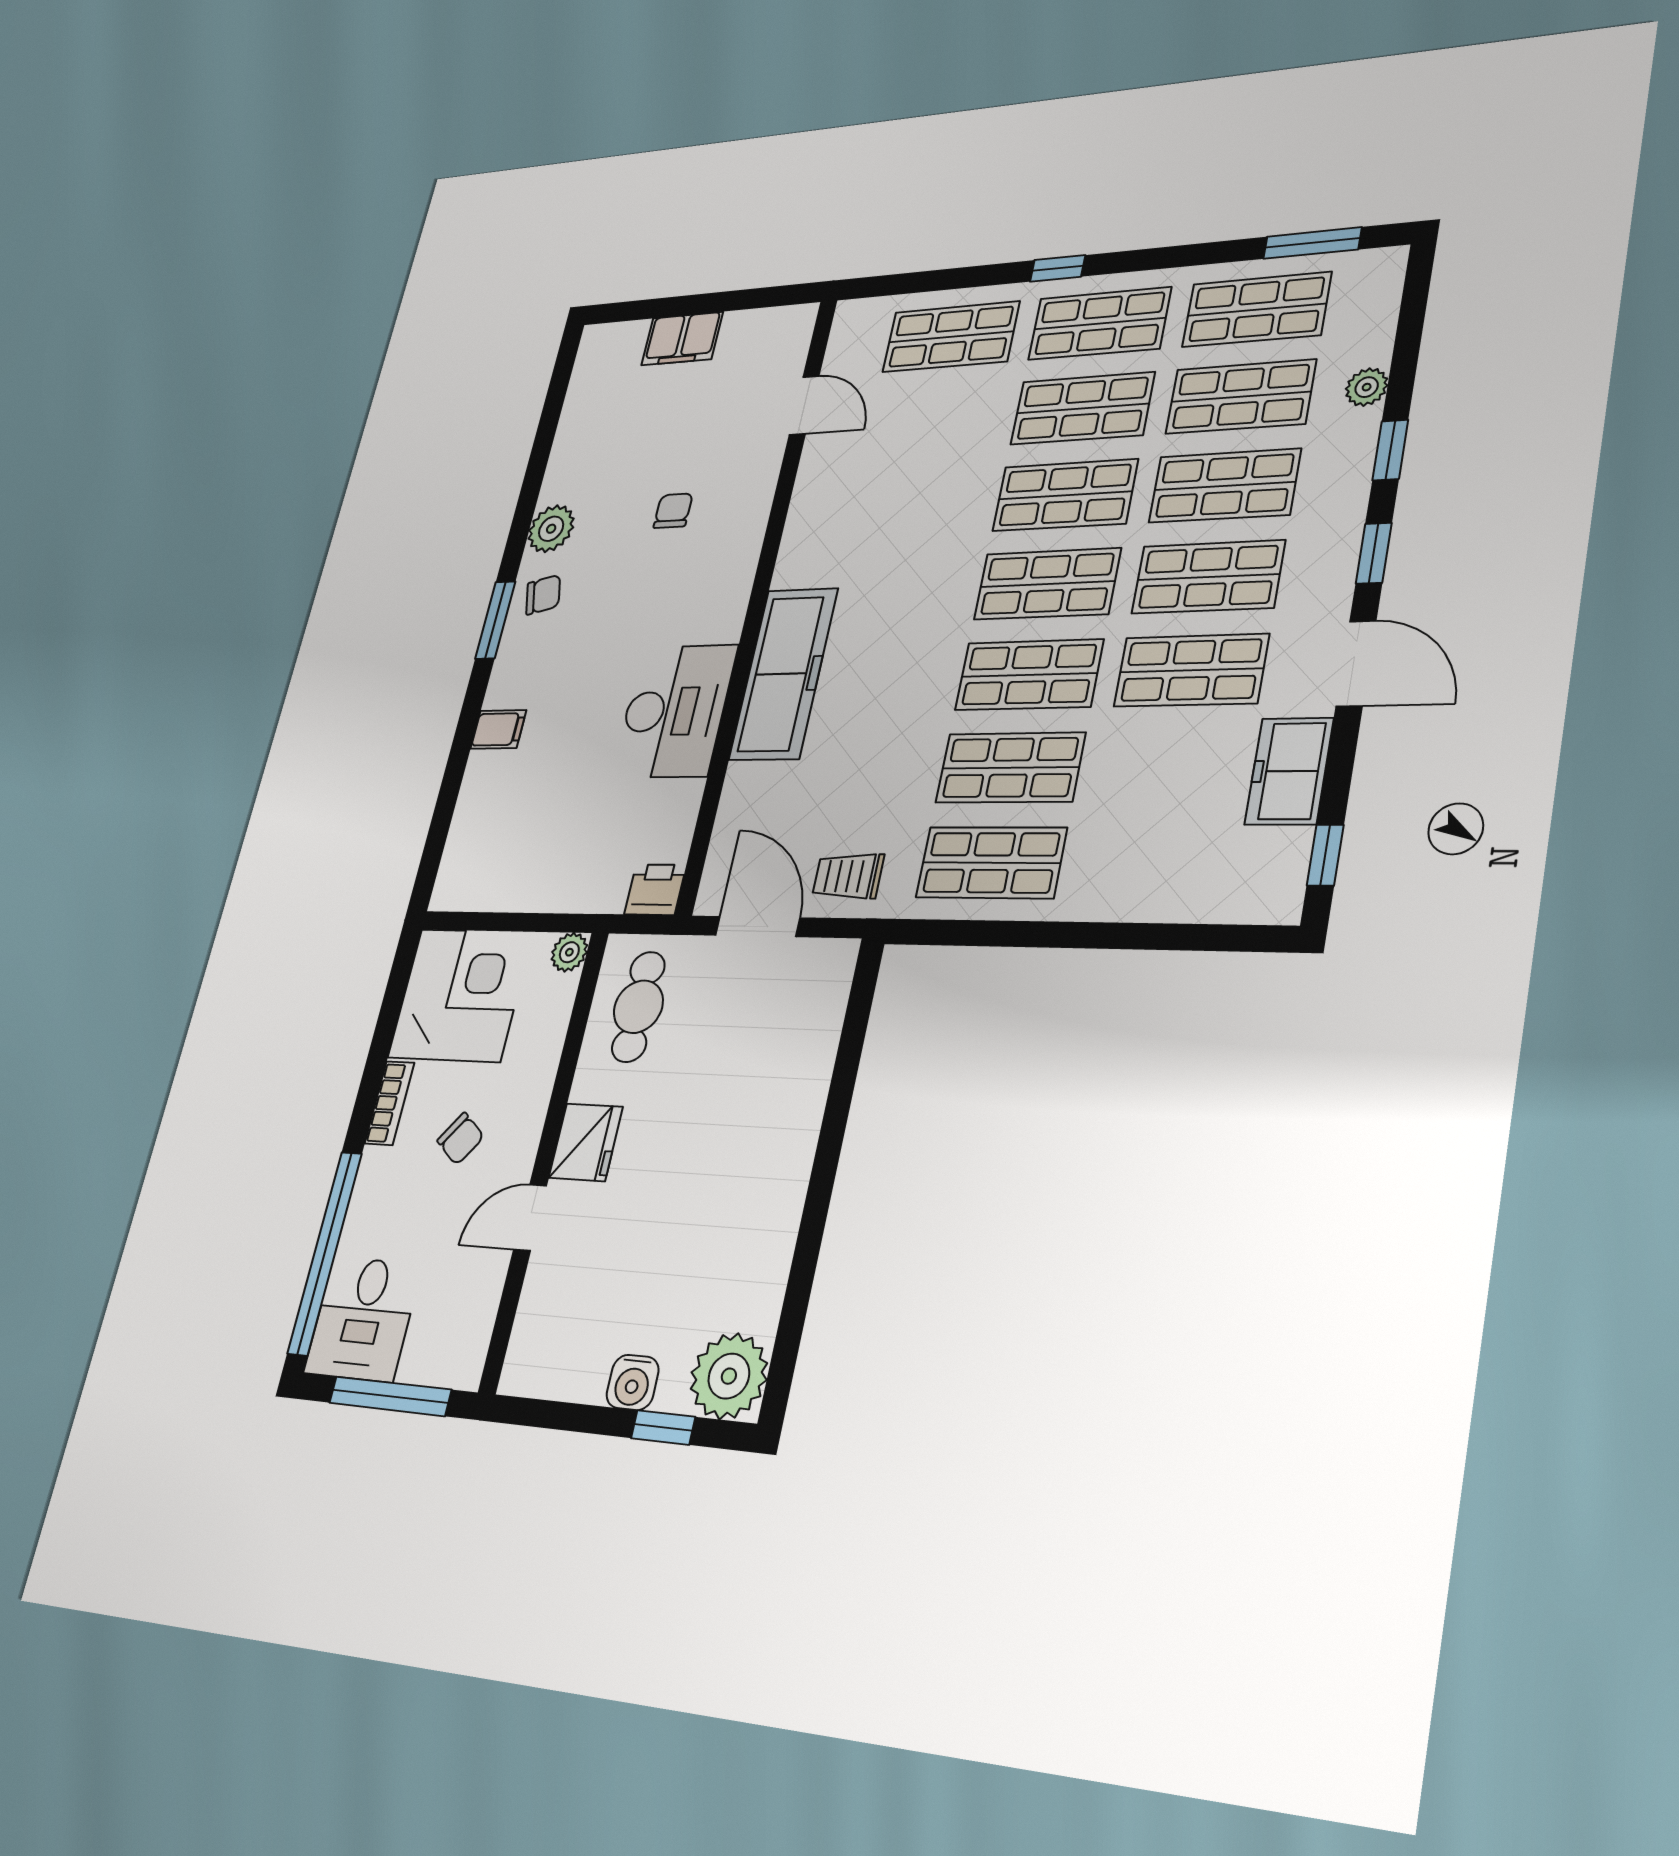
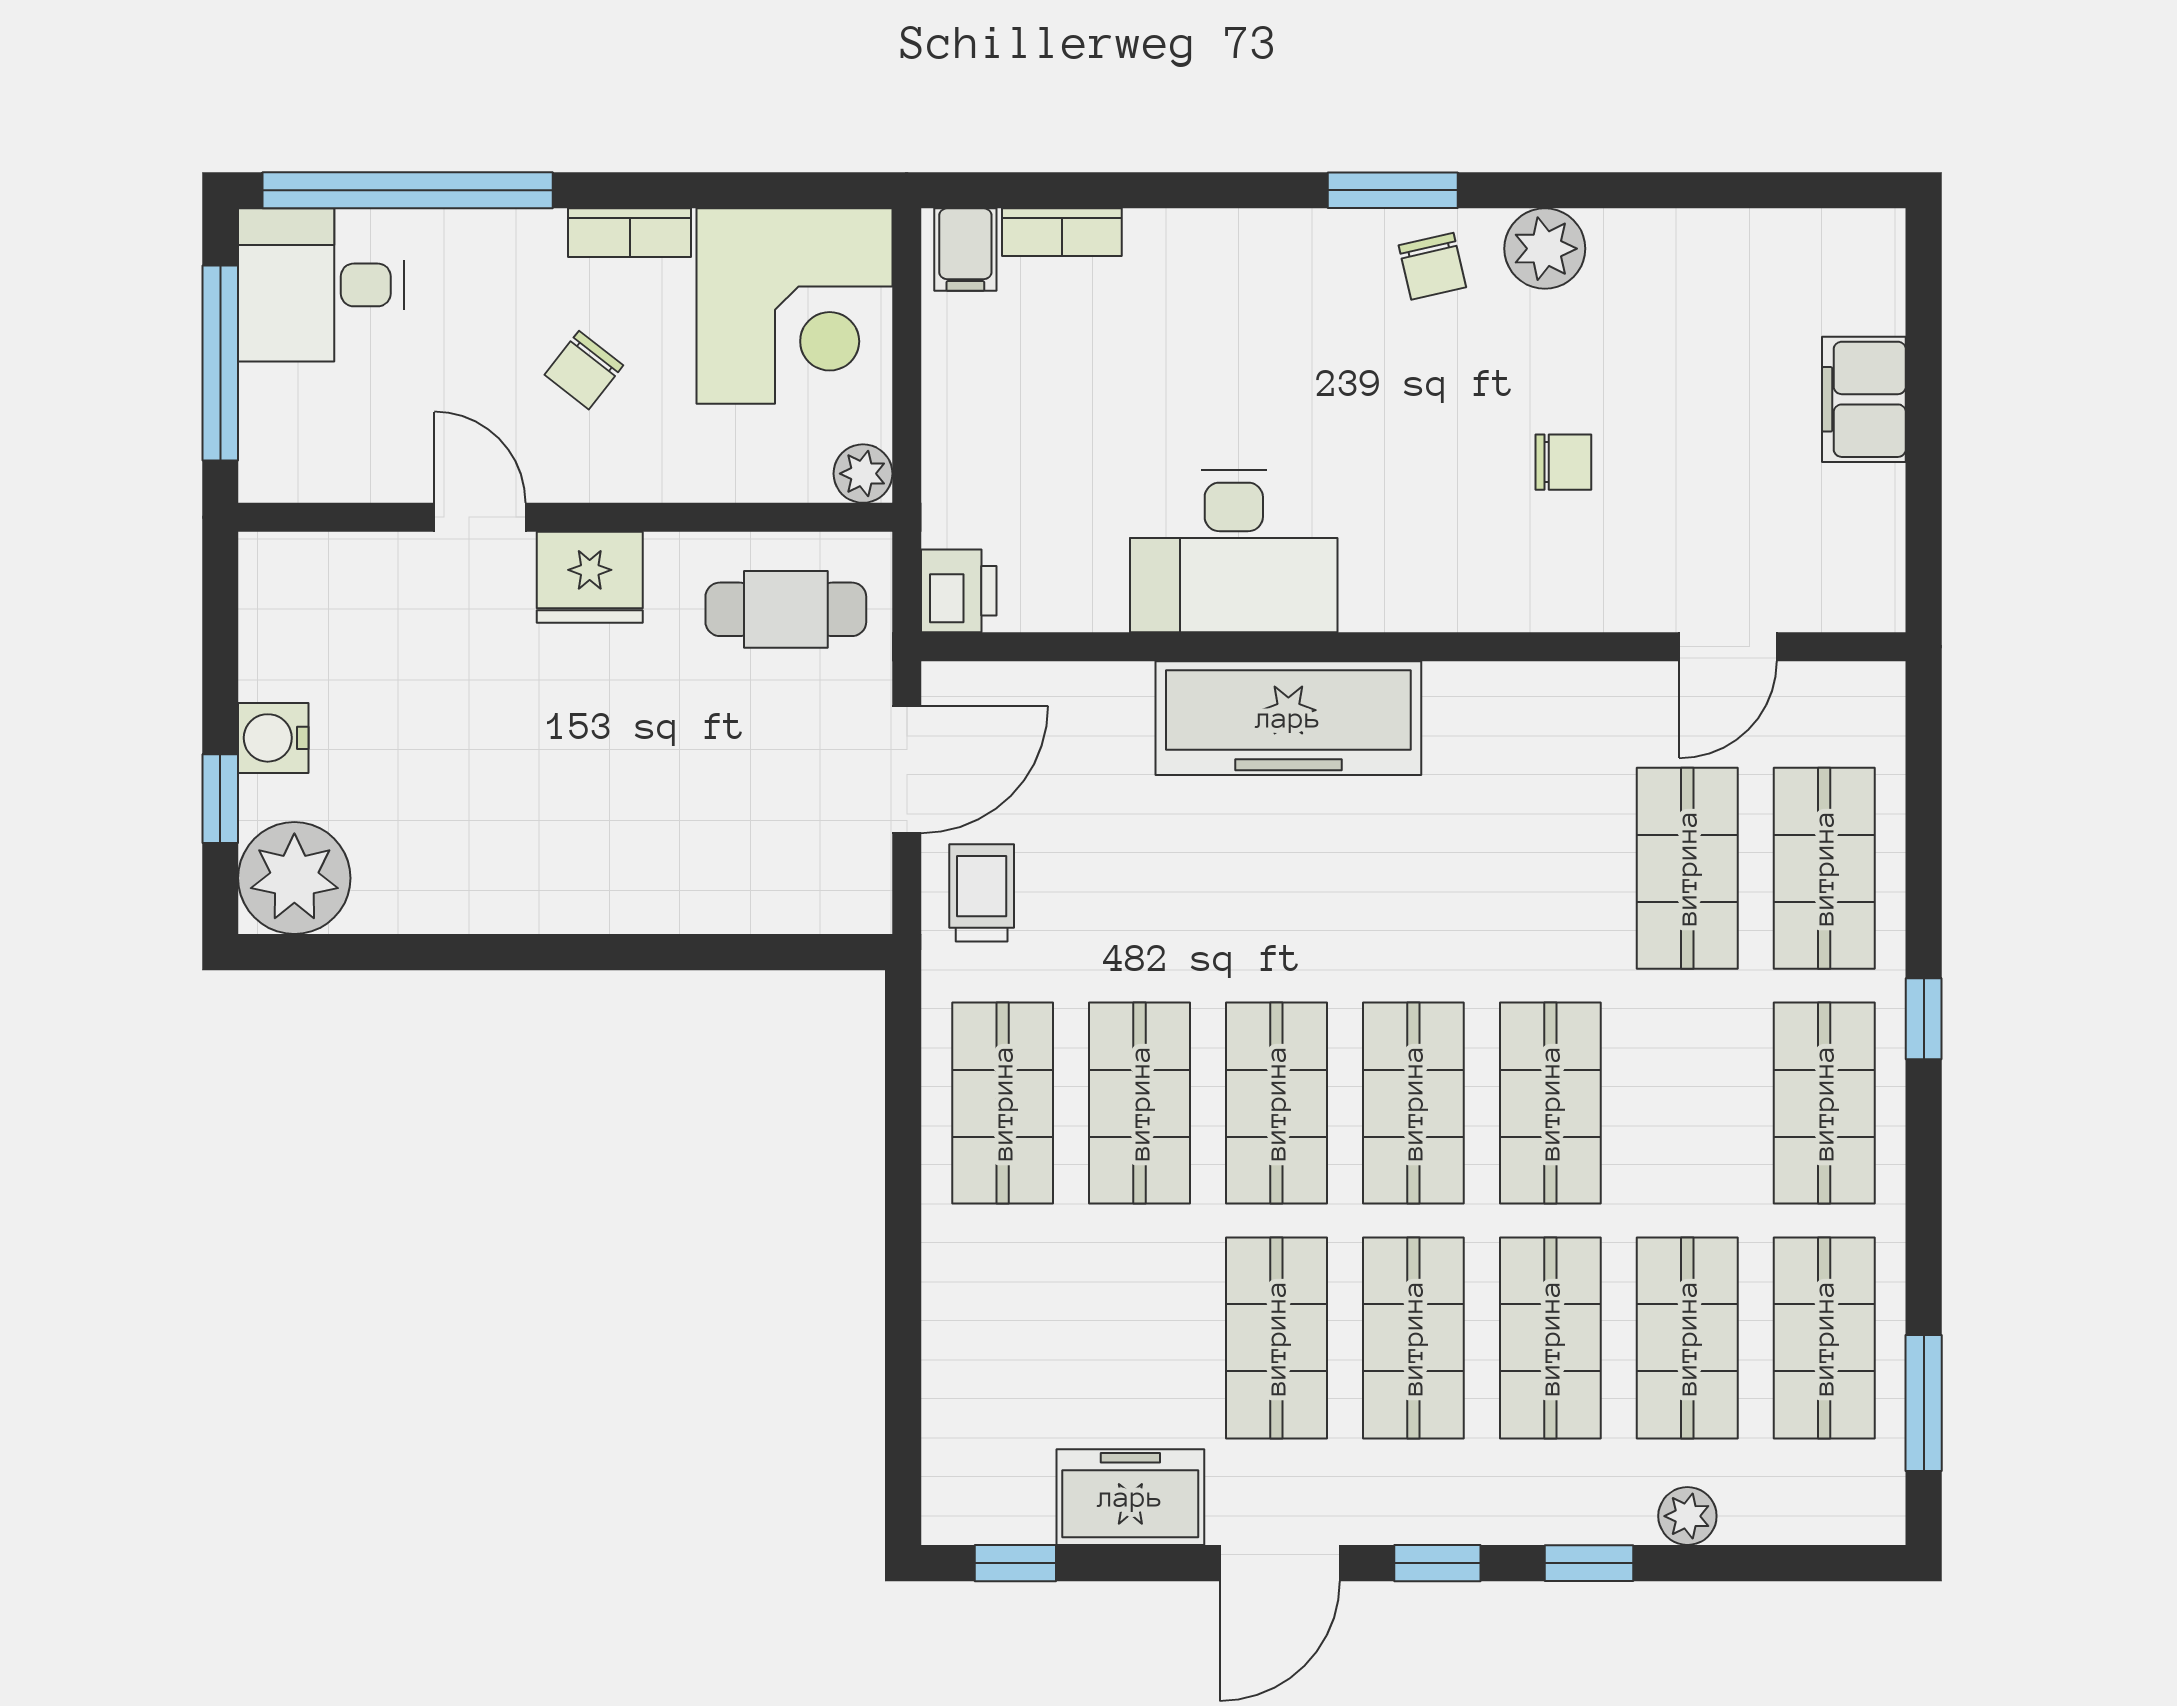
shop shelf: (1082, 408) -> (1687, 868), moved
filing cabinet: (498, 729) -> (965, 250), moved
bookcase: (464, 822) -> (1062, 232), added

